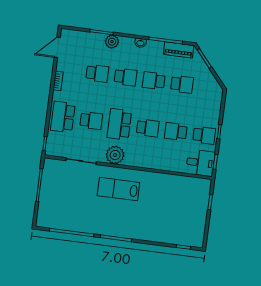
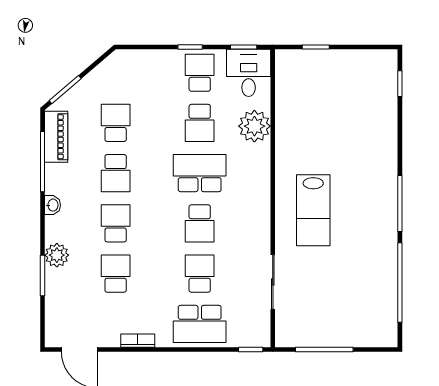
school desk: (119, 124) -> (200, 223), width x0.54
school desk: (148, 128) -> (200, 173), width x1.85
plant: (115, 155) -> (254, 126), moved

